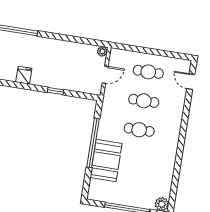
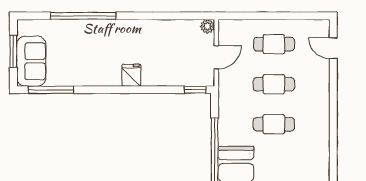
fridge: (24, 75) -> (131, 75), moved
window: (55, 91) -> (195, 90), moved

